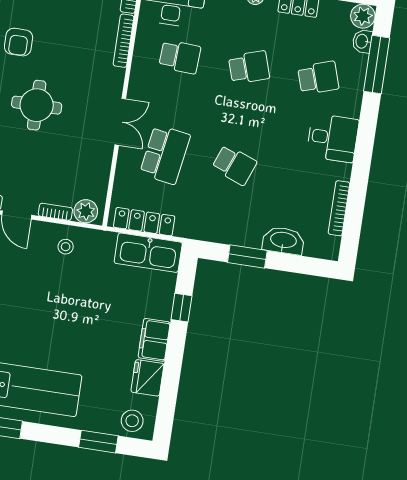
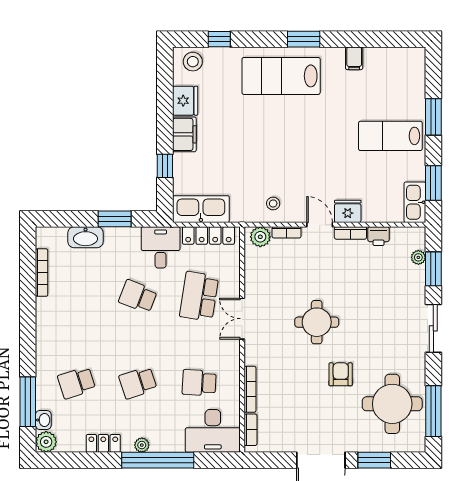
desk: (333, 138) -> (161, 247), moved, turned 90
window: (98, 442) -> (219, 39), width x0.67

